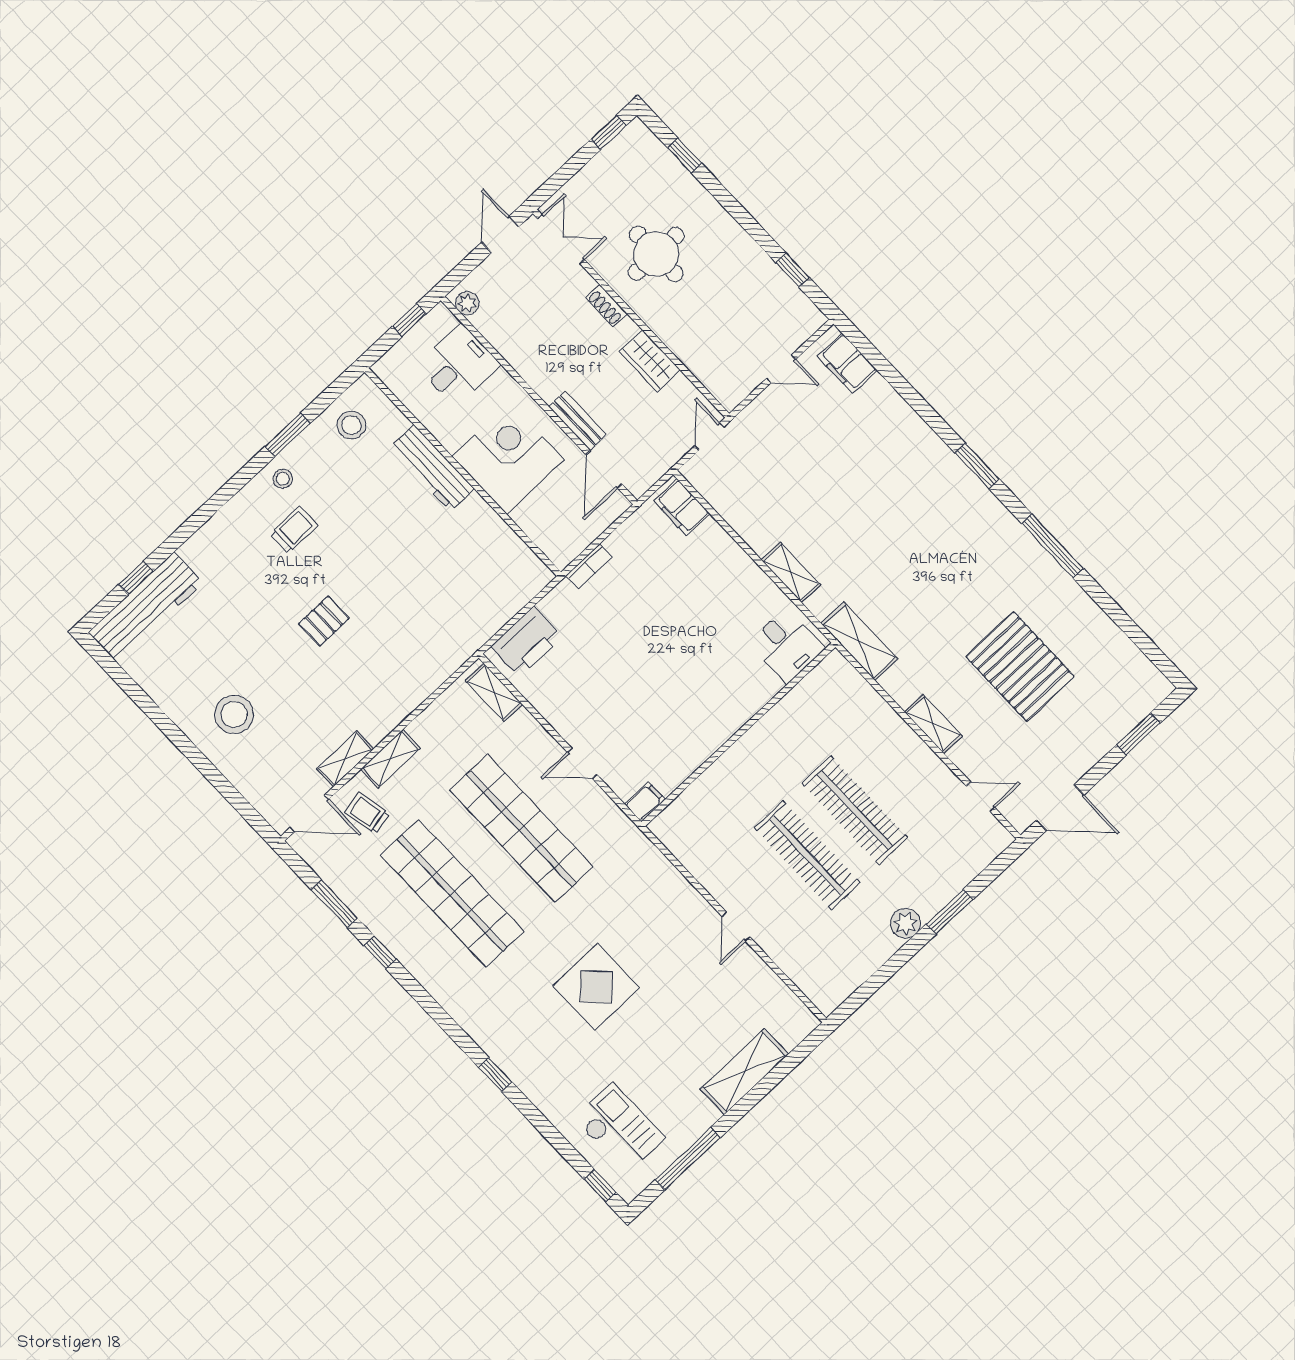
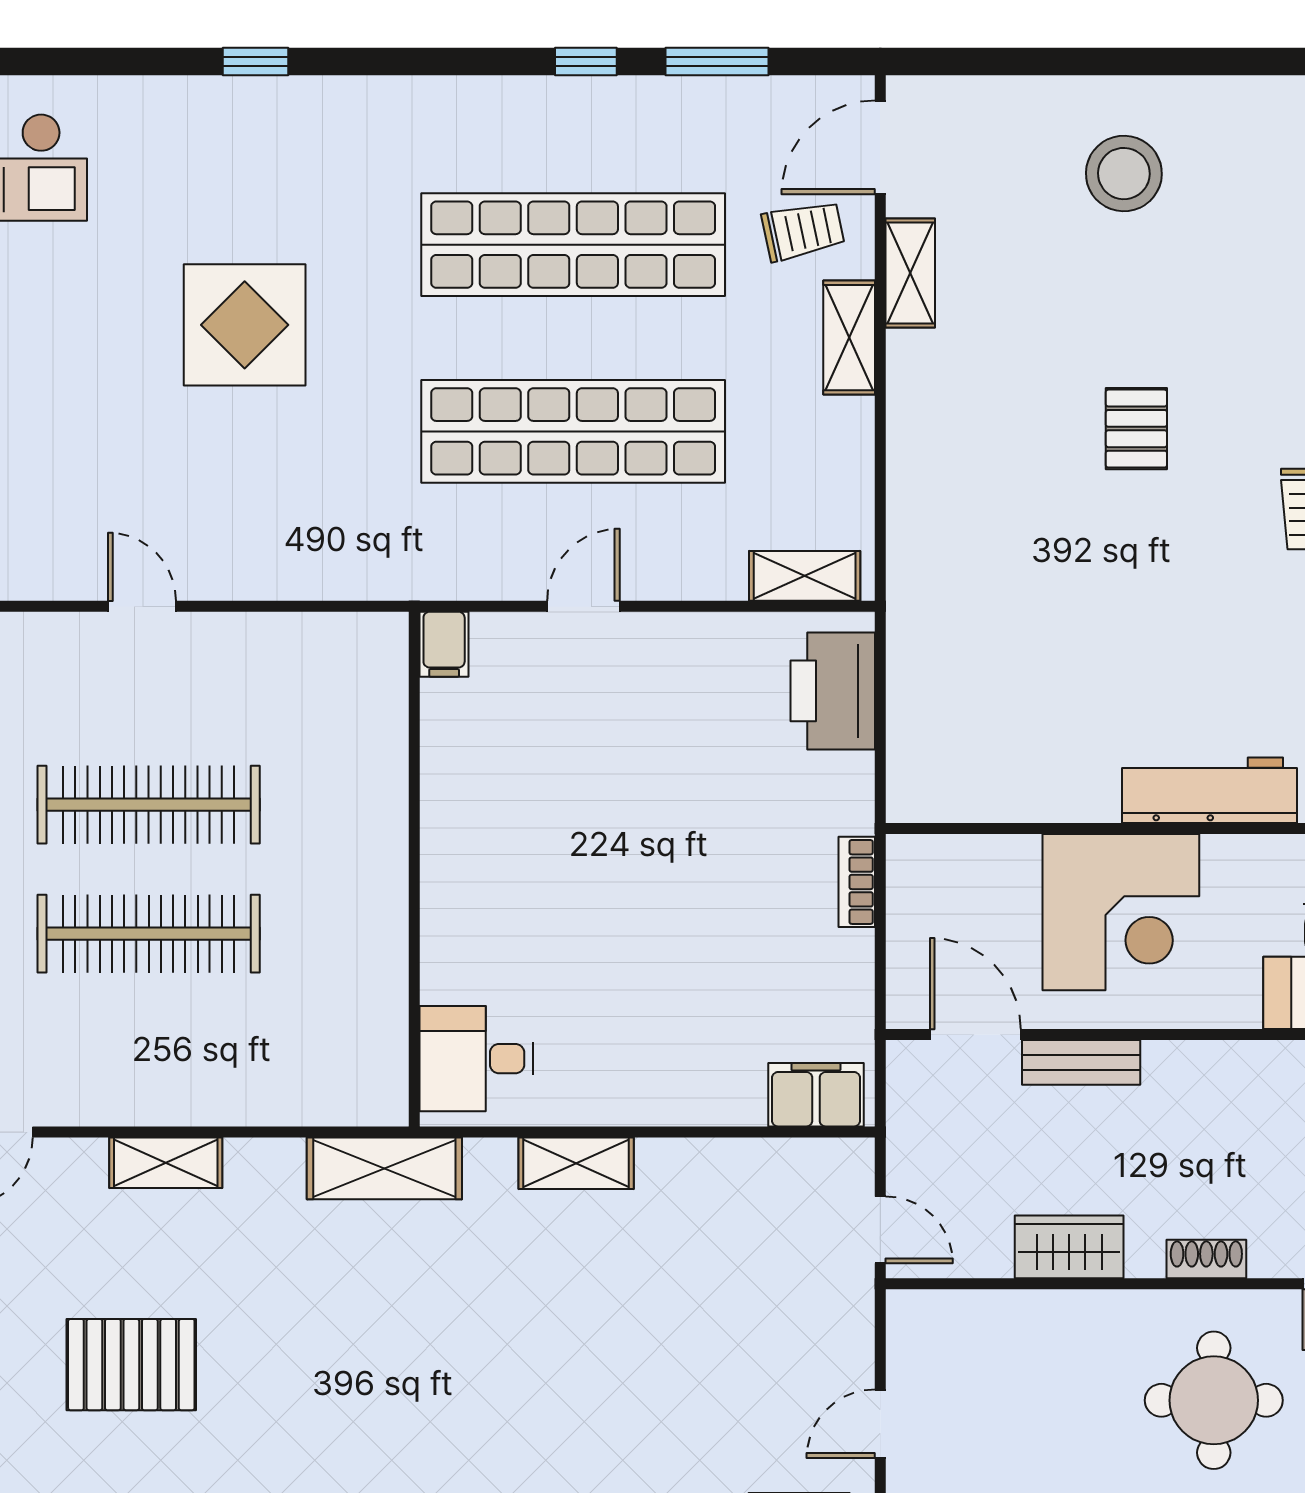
pallet: (1020, 666) -> (131, 1365), width x0.73, depth x0.71

